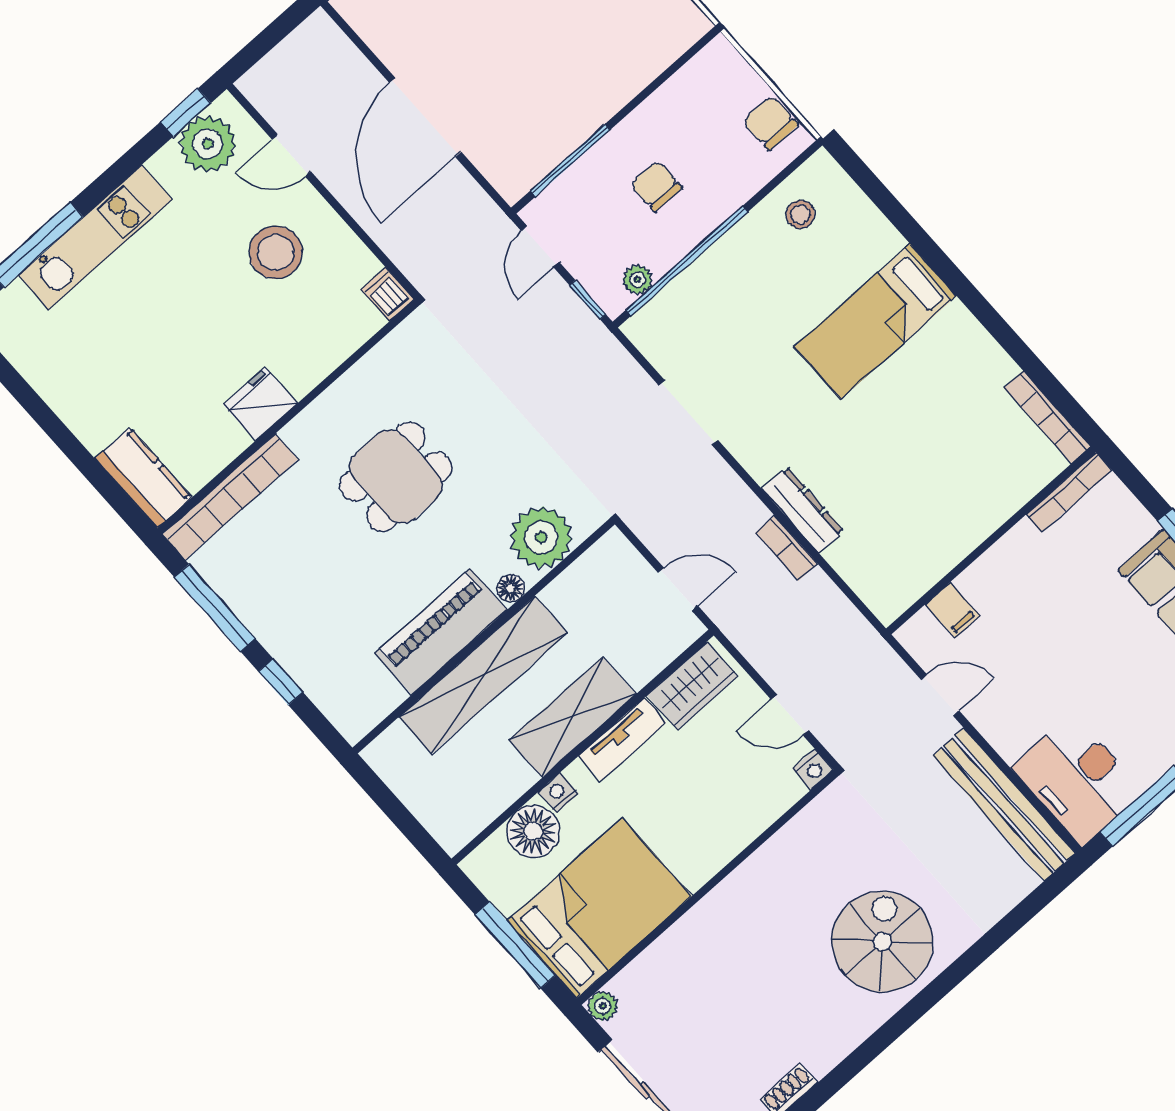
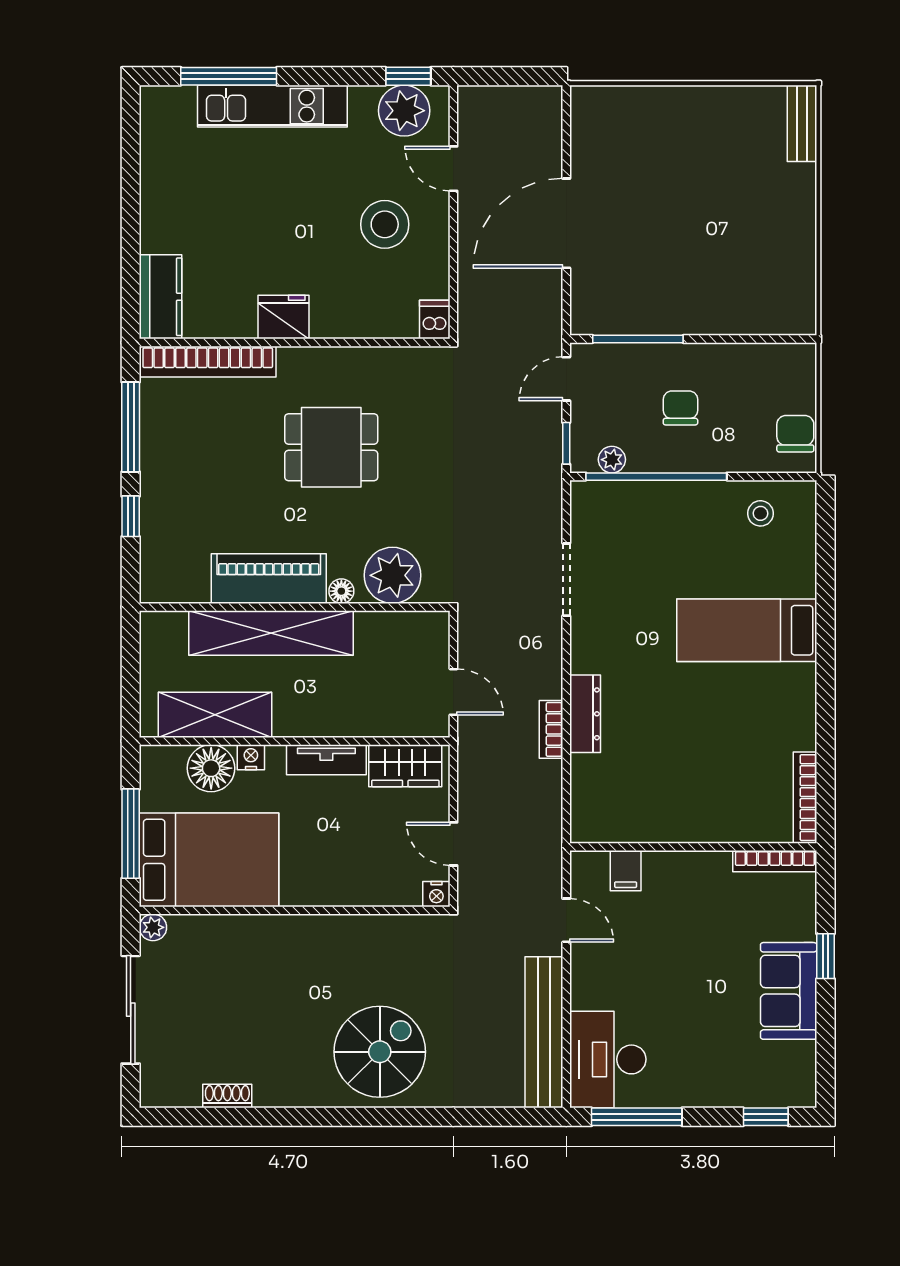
shelving: (573, 717) -> (215, 715), moved

